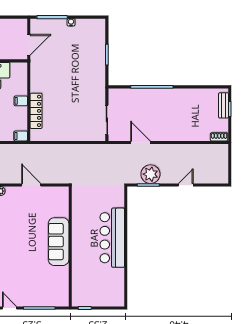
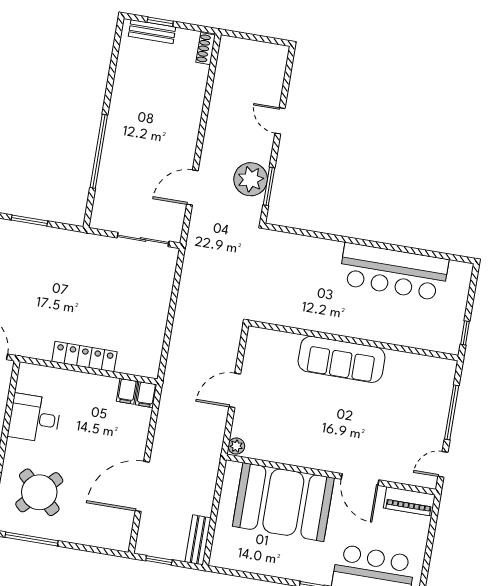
filing cabinet: (21, 101) -> (127, 391), moved
locker: (36, 111) -> (84, 357), moved
bar counter: (112, 238) -> (394, 272), moved

